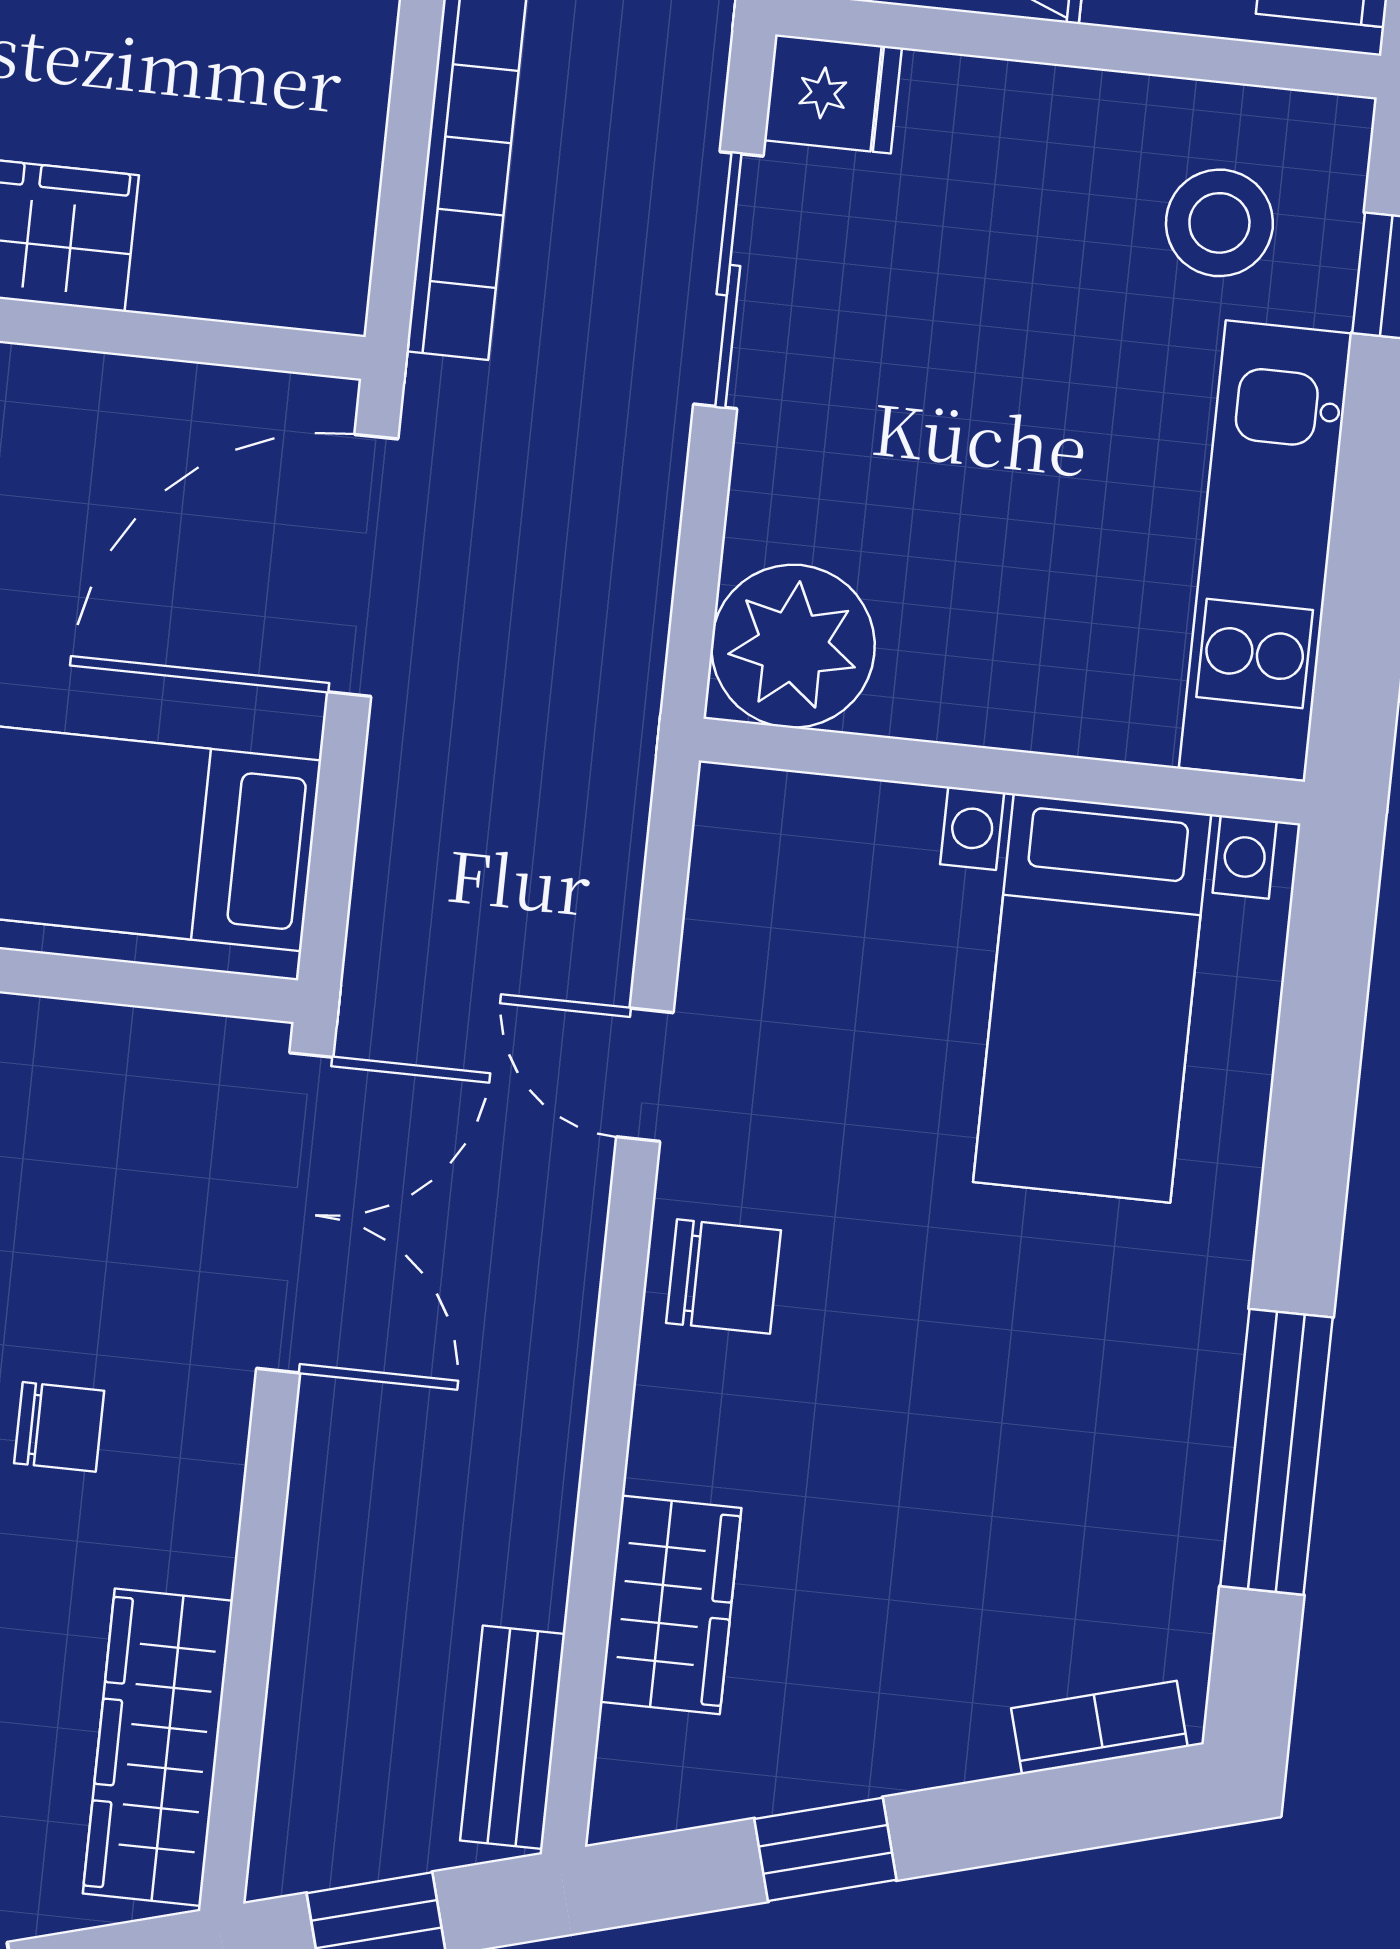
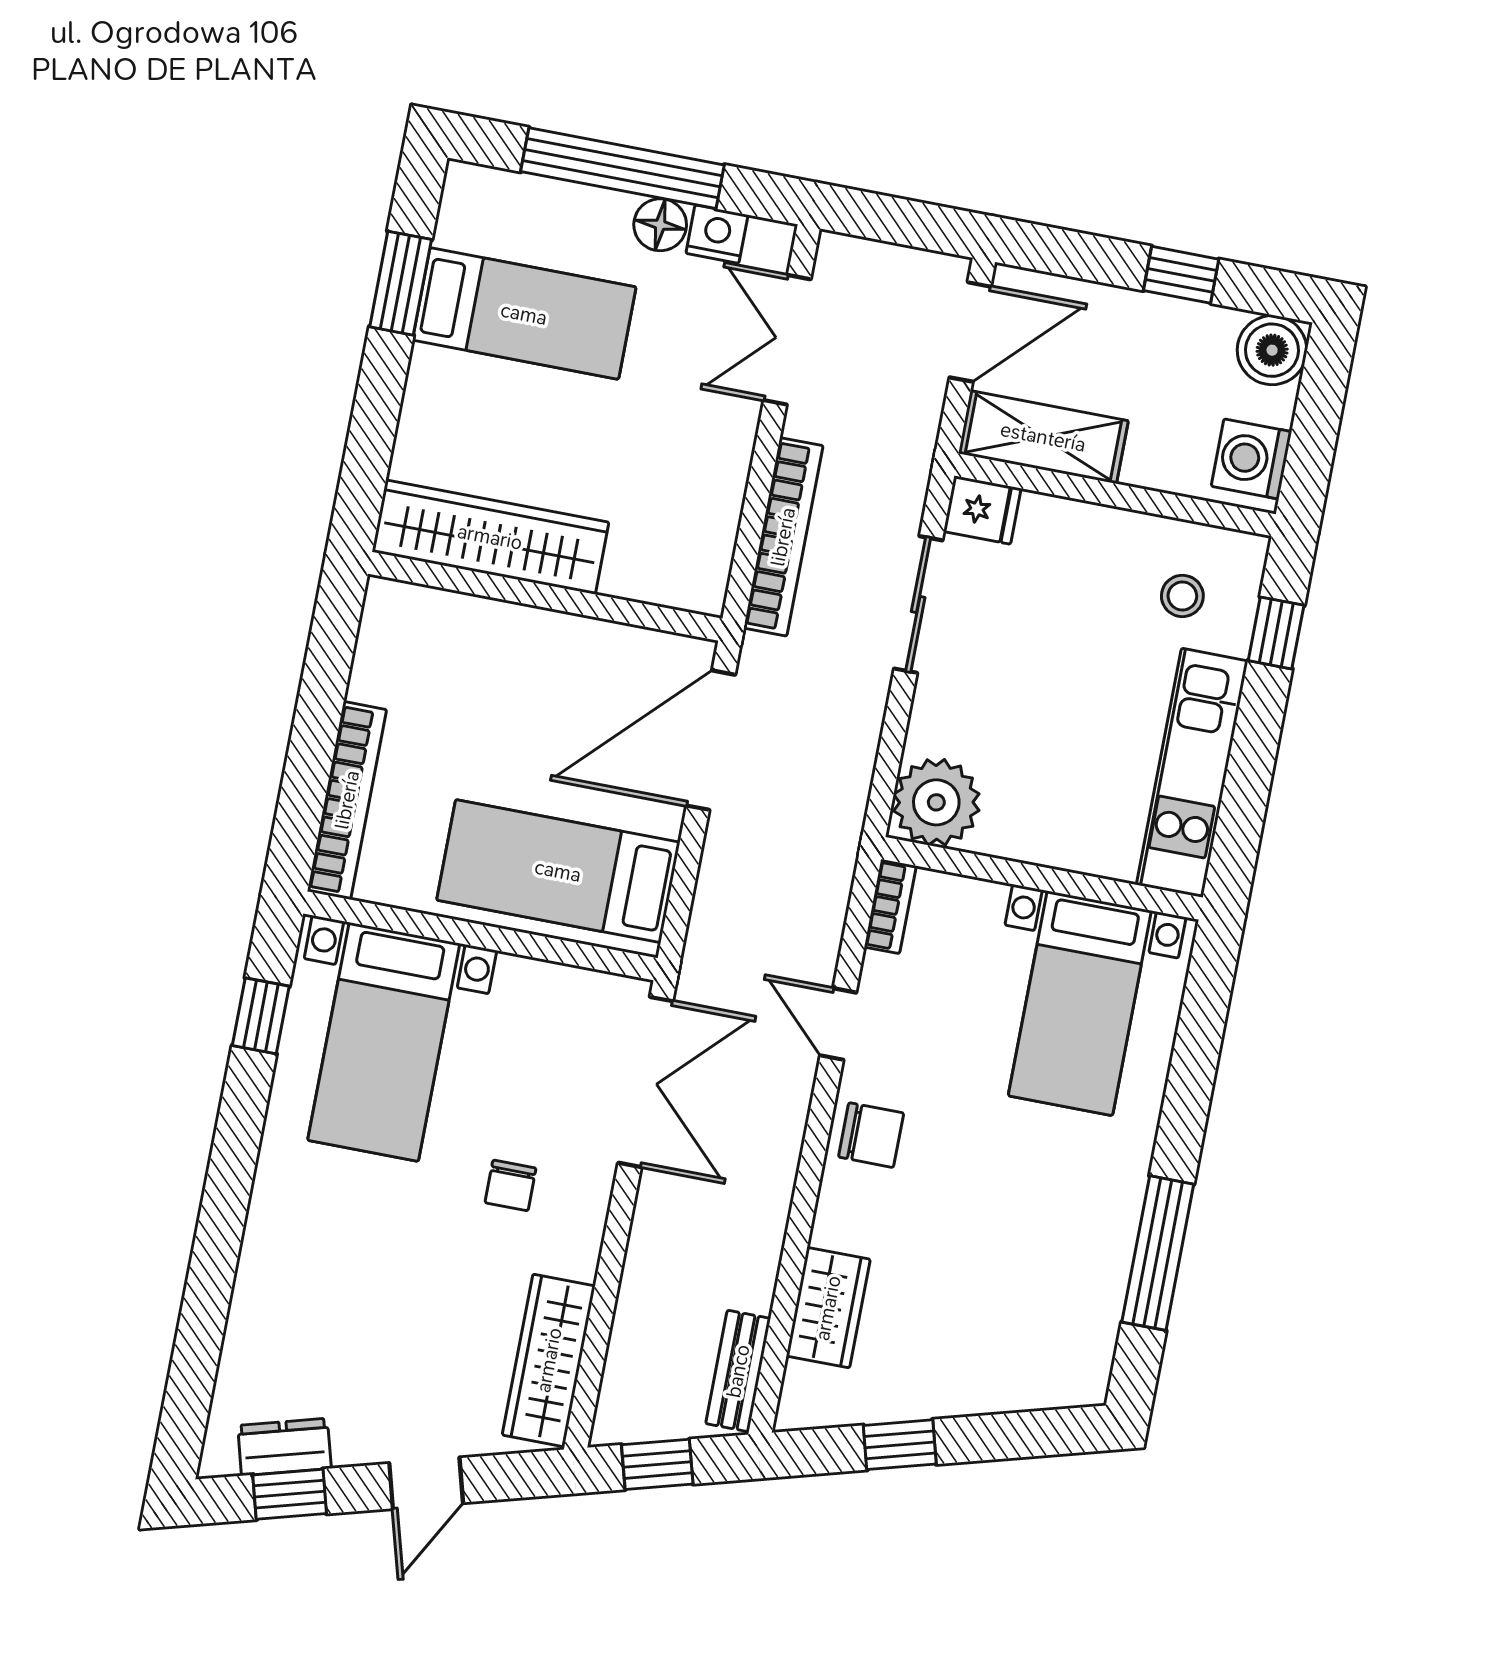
stool: (1219, 223) -> (1182, 596), width x0.73, depth x0.73
chair: (59, 1427) -> (511, 1185), turned 90
bookcase: (1099, 1727) -> (890, 906), moved, turned 105

